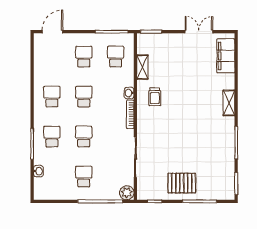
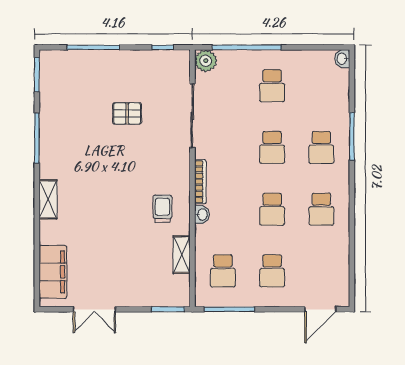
washbasin: (38, 171) -> (342, 59), moved
pallet: (182, 183) -> (127, 113), moved, width x0.67, depth x0.71

